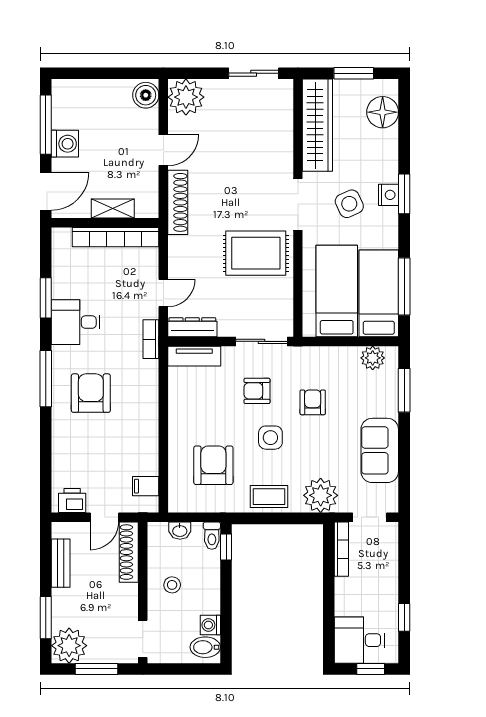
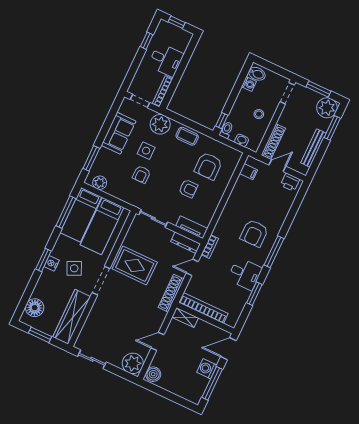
shoe rack: (178, 202) -> (171, 293), moved
shelving: (113, 209) -> (185, 317), moved
armchair: (257, 391) -> (188, 189), moved
side table: (270, 438) -> (146, 151), moved
bench: (61, 563) -> (313, 148), width x1.36
desk: (359, 640) -> (166, 60), moved

